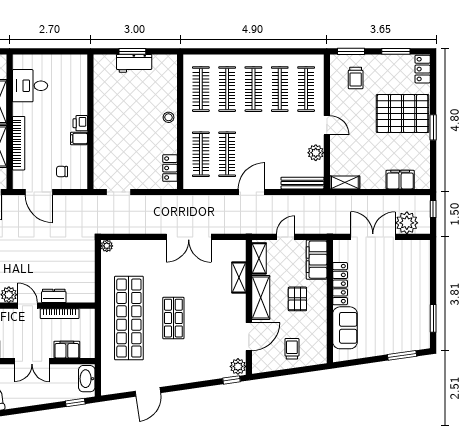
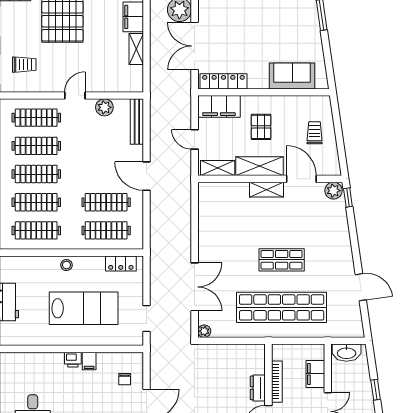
lab bench: (128, 133) -> (84, 308), added
shelving: (345, 182) -> (136, 49), moved
double door: (189, 237) -> (195, 287), moved
shelving: (239, 278) -> (267, 190), moved
locker: (340, 284) -> (223, 81), moved
pallet: (297, 299) -> (261, 127), turned 90
trolley: (292, 349) -> (314, 133), turned 90
window: (75, 402) -> (376, 390), moved

